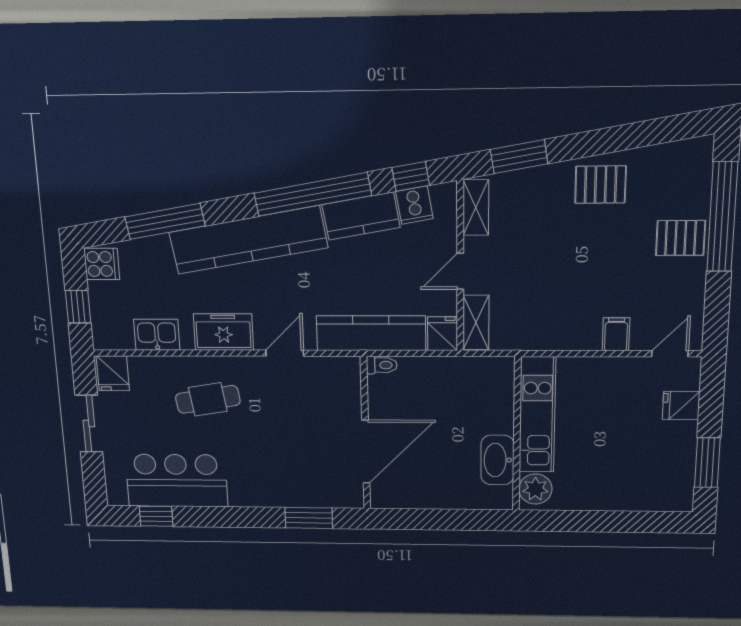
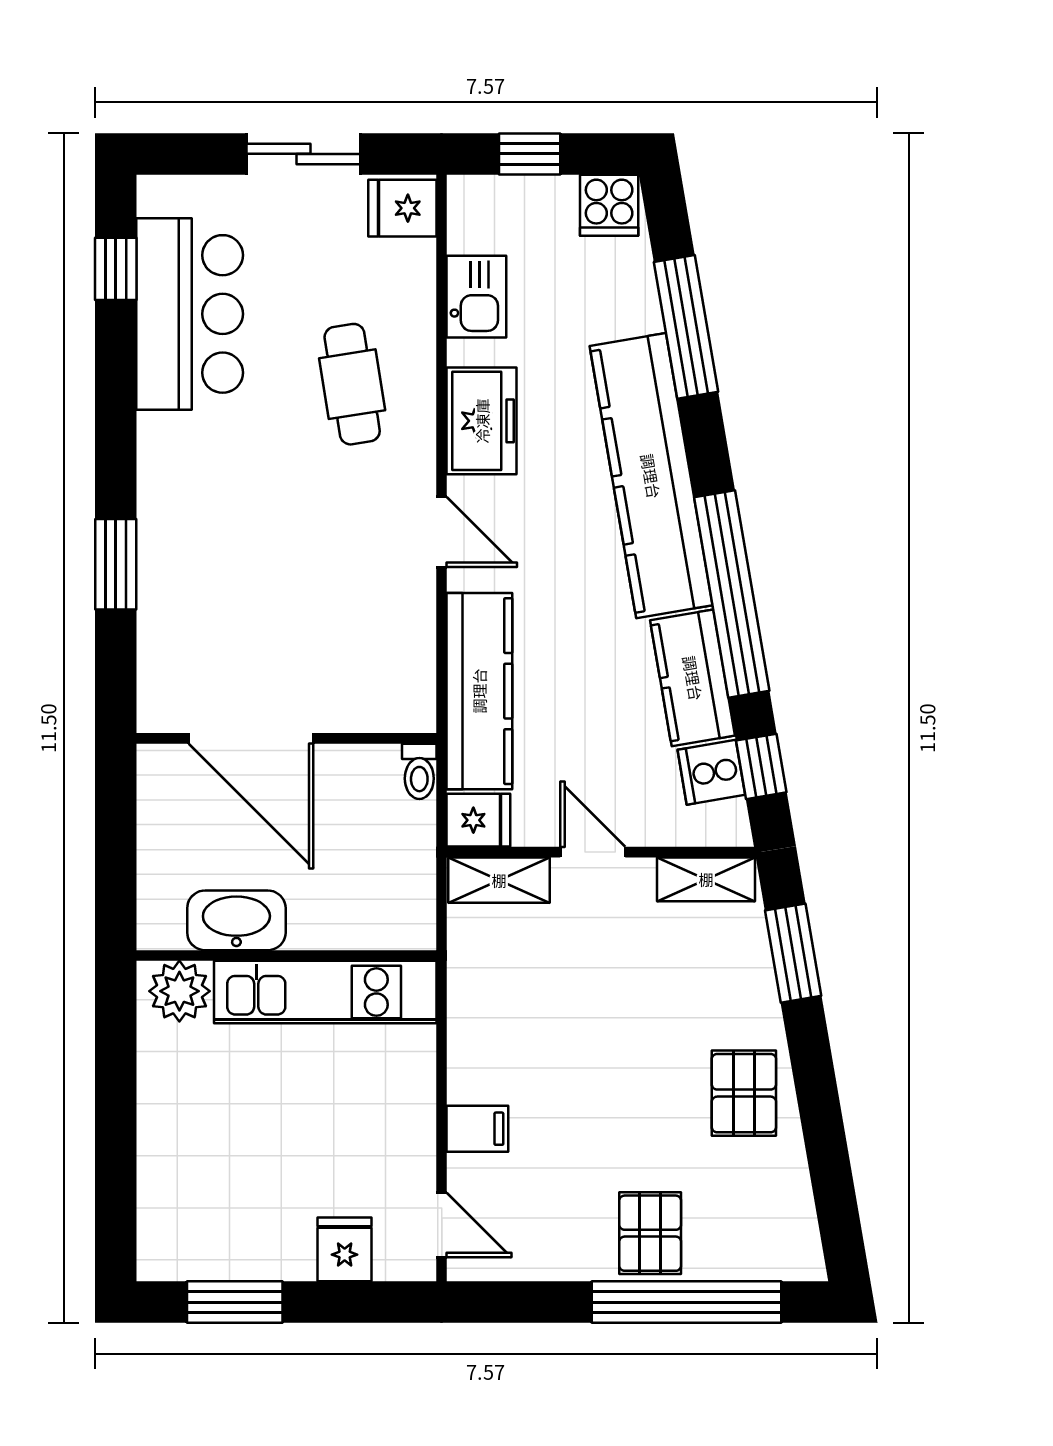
toilet: (382, 365) -> (419, 771), moved
wall: (365, 434) -> (286, 738), moved
door: (366, 452) -> (251, 738), moved

